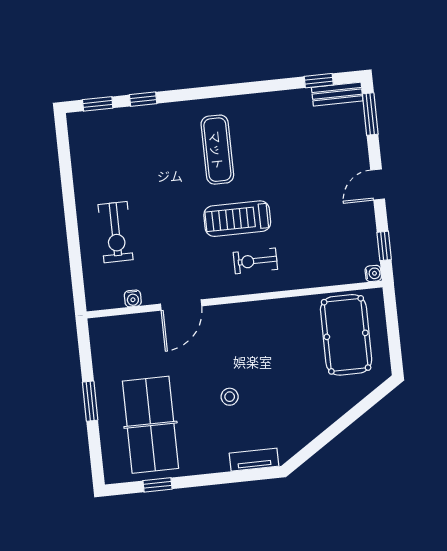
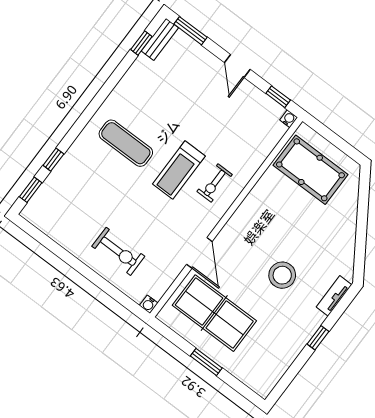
water cooler: (133, 298) -> (149, 304), moved, turned 90
stool: (230, 397) -> (282, 275), width x1.89, depth x1.89
table tennis table: (150, 425) -> (214, 313), moved
window: (157, 485) -> (318, 338), moved

